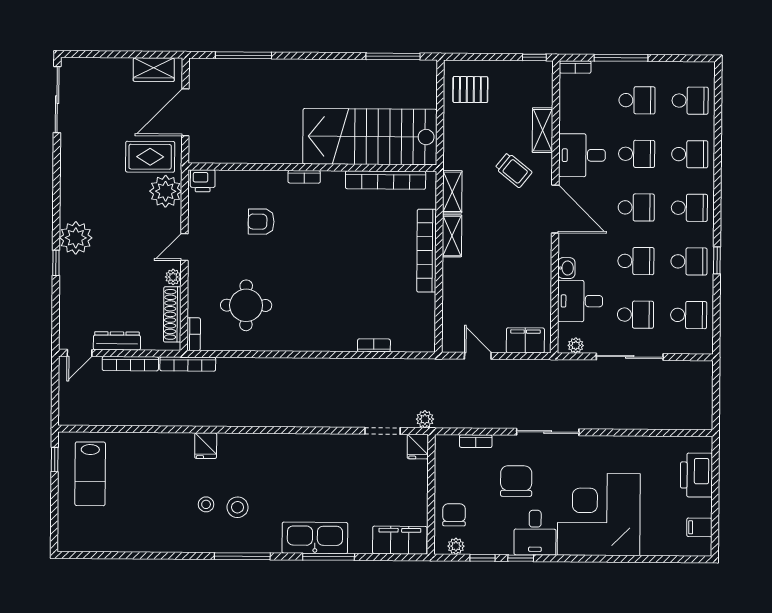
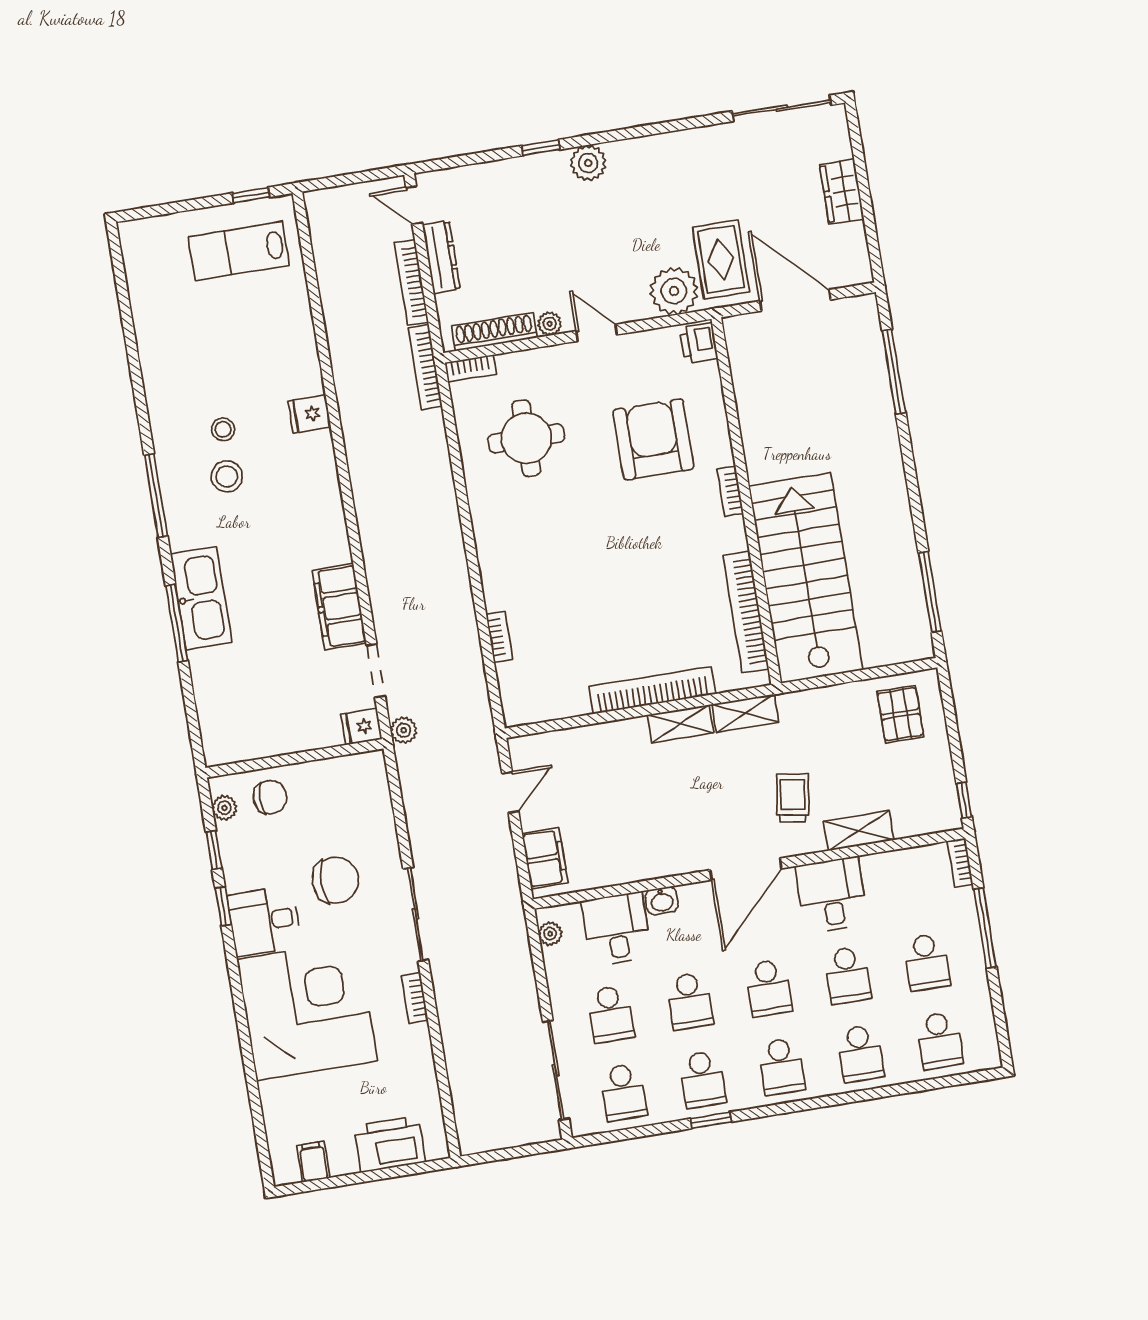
wardrobe: (154, 70) -> (842, 192), moved
trolley: (513, 170) -> (793, 798), turned 150
armchair: (261, 222) -> (653, 439), width x1.88, depth x1.88
plant: (76, 238) -> (588, 163), width x0.73, depth x0.73
sliding door: (630, 357) -> (556, 1070), moved
bookcase: (476, 441) -> (415, 998), moved
filing cabinet: (400, 540) -> (339, 607), moved, turned 180

